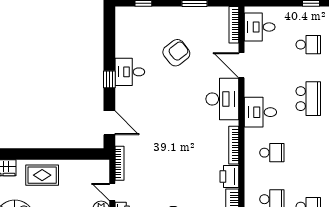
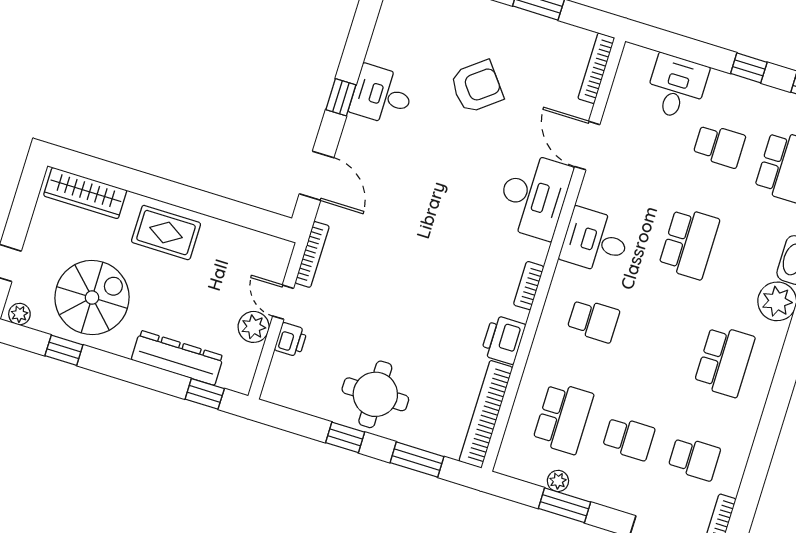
desk: (260, 27) -> (677, 87), moved, turned 90
bookcase: (234, 145) -> (529, 286), width x0.64

